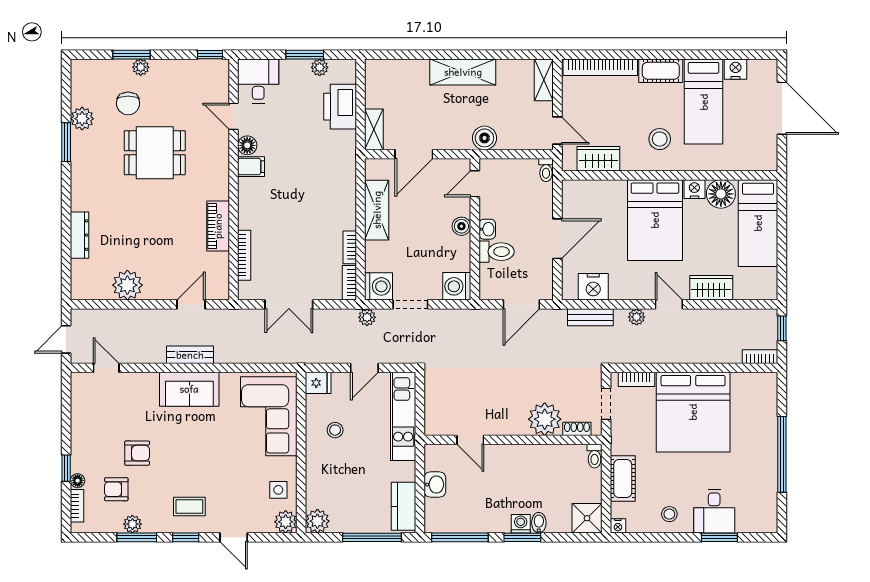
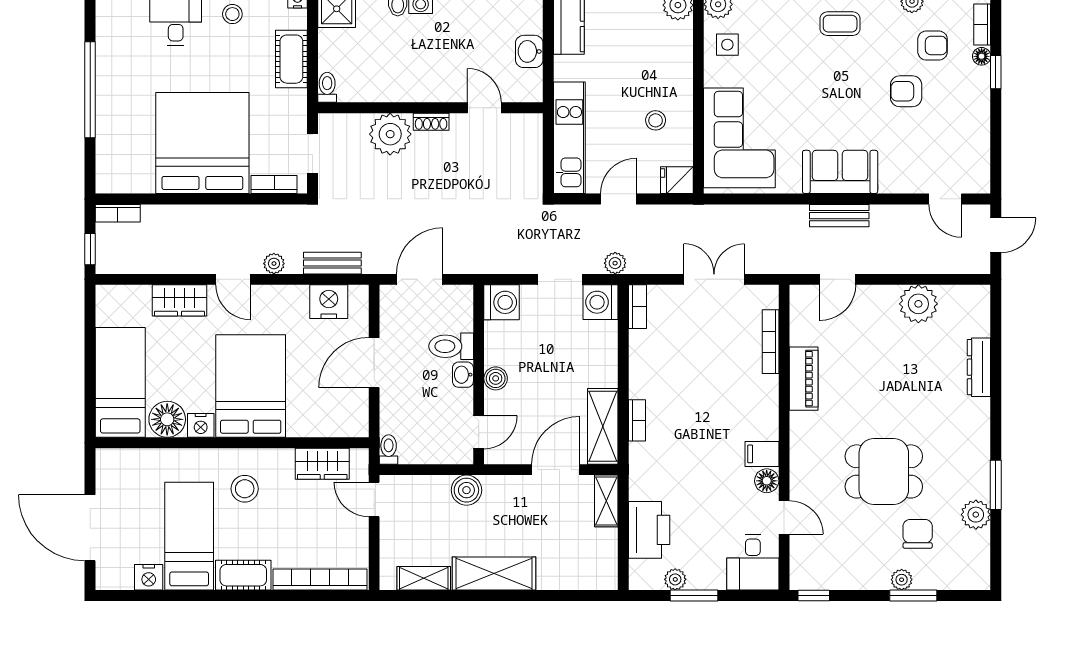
shelving: (544, 80) -> (424, 578), moved, turned 90
shelving: (377, 210) -> (603, 426), moved
bookcase: (350, 247) -> (637, 420), moved
shoe rack: (577, 429) -> (431, 122), moved

